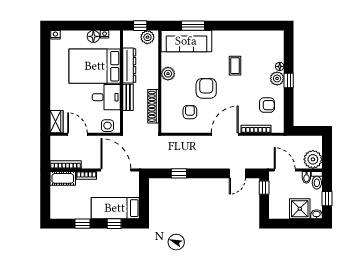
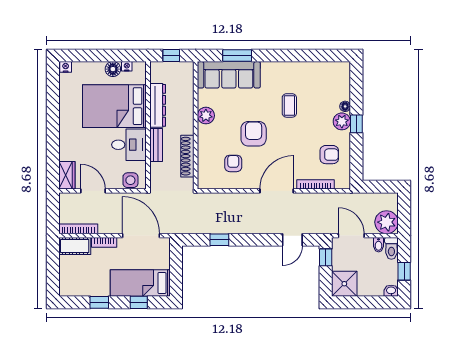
plant: (147, 37) -> (180, 70), removed
shower: (300, 209) -> (344, 284), moved

